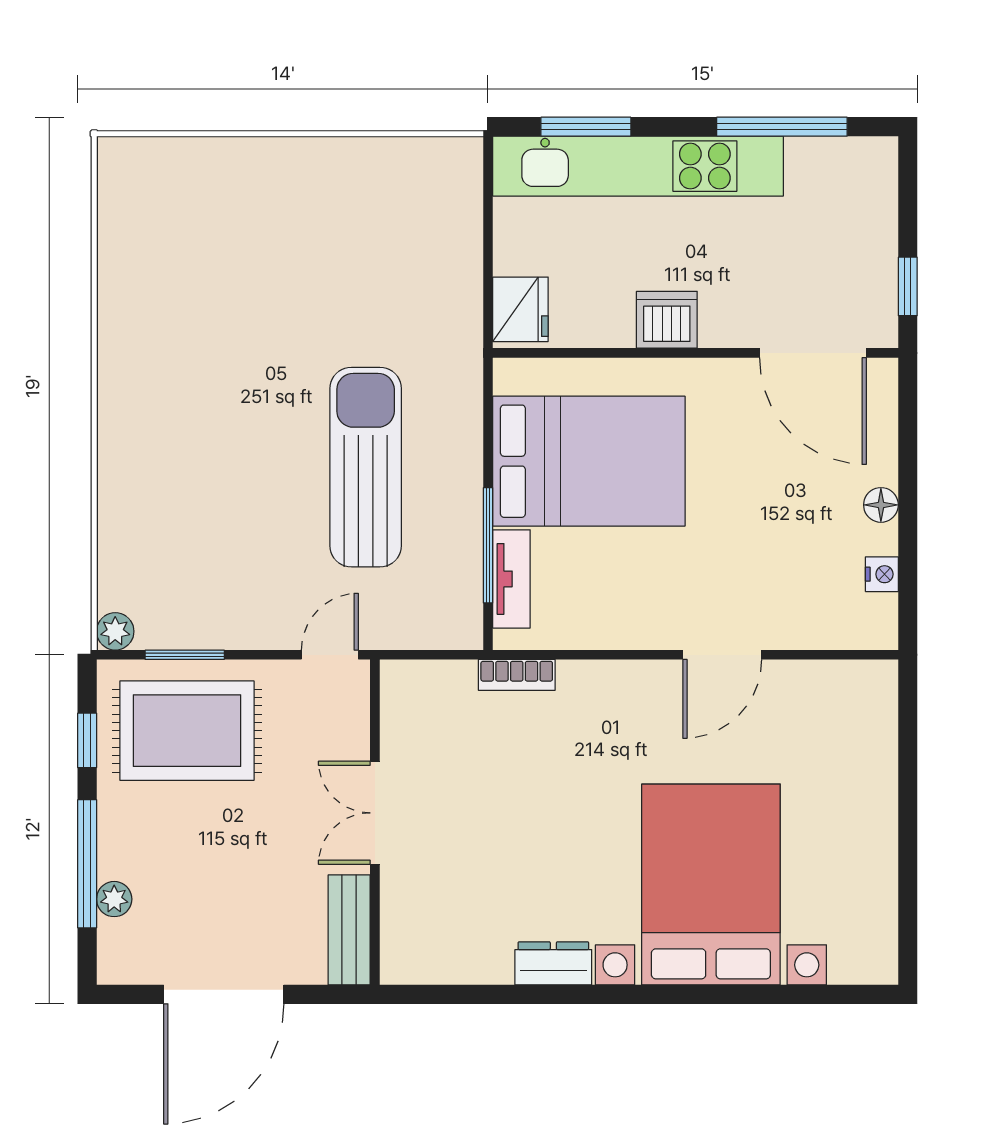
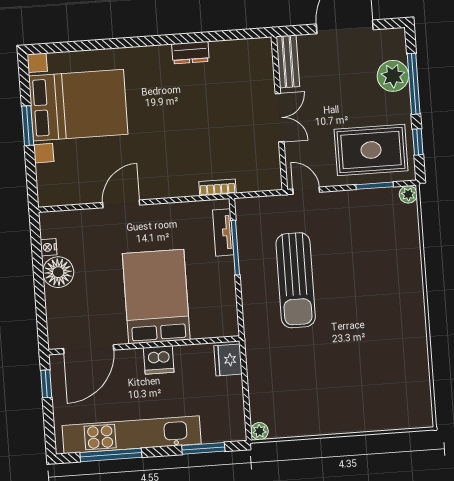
plant: (465, 154) -> (259, 431), added
kitchen unit: (638, 166) -> (132, 435), moved
door: (813, 353) -> (89, 349), swing flipped
bed: (589, 461) -> (156, 297), moved, turned 90
floor lamp: (881, 505) -> (58, 272), width x1.89, depth x1.89
door: (330, 655) -> (306, 191), swing flipped
window: (908, 834) -> (28, 126), added
bed with nightstands: (711, 885) -> (78, 105), moved, turned -90
plant: (114, 899) -> (393, 76), width x1.87, depth x1.87

